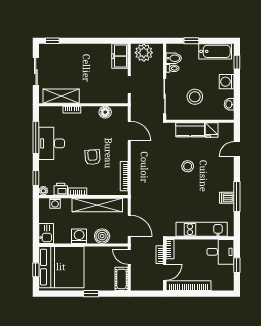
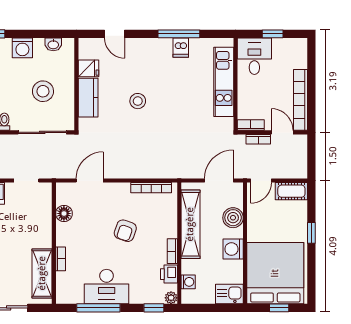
armchair: (93, 157) -> (125, 231), turned -67

